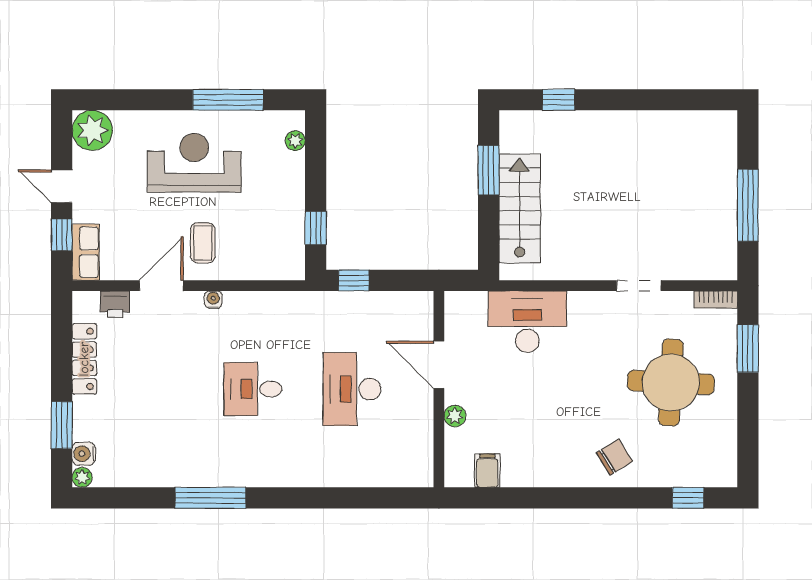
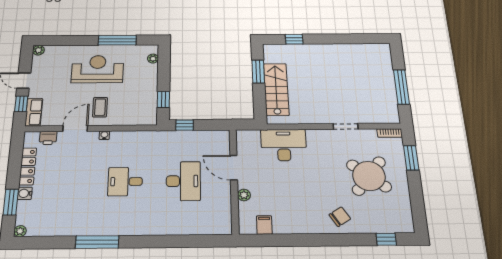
plant: (92, 130) -> (38, 50), width x0.53, depth x0.53
round table: (671, 382) -> (369, 176), turned 35
desk: (352, 389) -> (183, 181), turned 180
water cooler: (84, 454) -> (25, 193), moved

